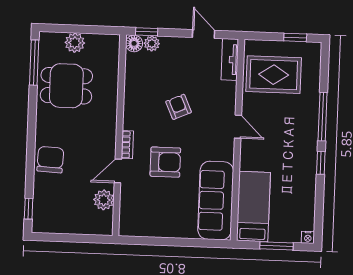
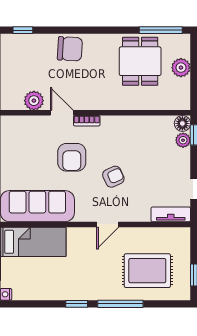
rug: (274, 75) -> (147, 271), moved, turned 90
armchair: (179, 107) -> (113, 177), moved

